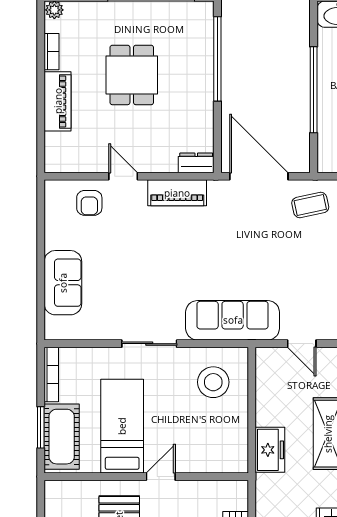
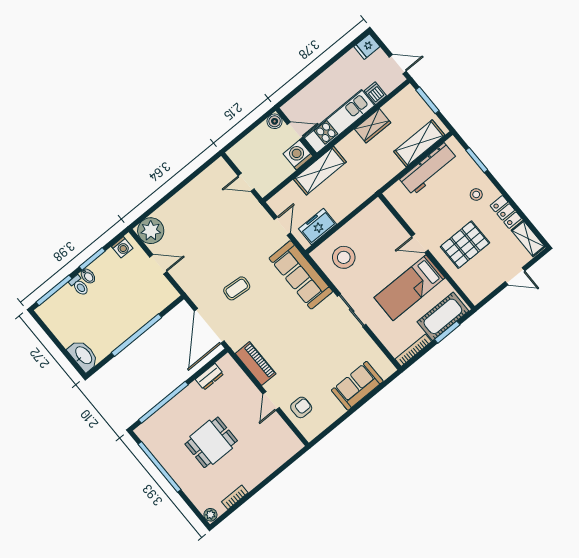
piano: (58, 101) -> (260, 471), removed
dresser: (196, 163) -> (210, 377), moved, turned -90
coffee table: (310, 205) -> (237, 288), moved, turned -73
freezer: (270, 450) -> (318, 226), moved

